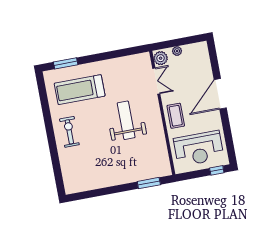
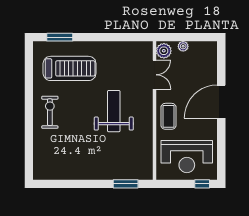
treadmill: (80, 90) -> (70, 68), turned 180

